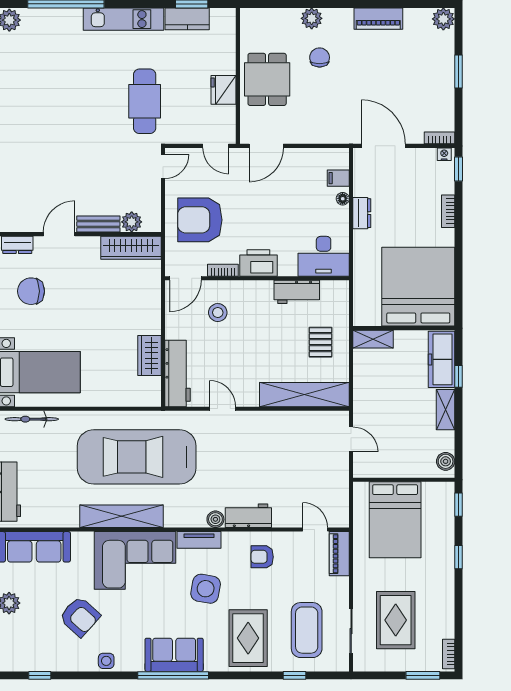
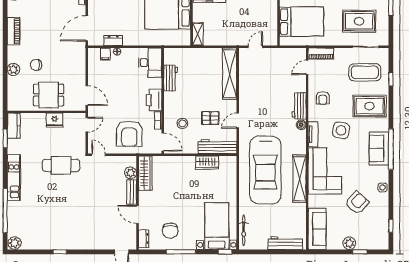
kitchen counter: (187, 19) -> (14, 126), moved
dresser: (362, 213) -> (113, 41), moved
pallet: (321, 342) -> (210, 118), moved

